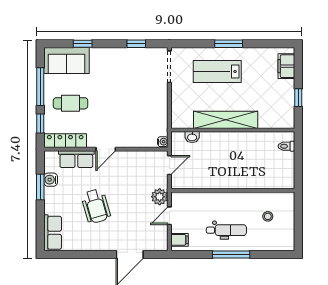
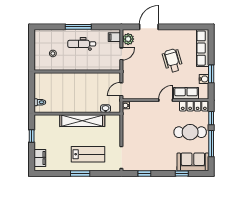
cafe table: (71, 103) -> (190, 132), width x1.37, depth x1.35
plant: (160, 197) -> (128, 39), moved
row of seats: (53, 233) -> (203, 48), width x1.48

